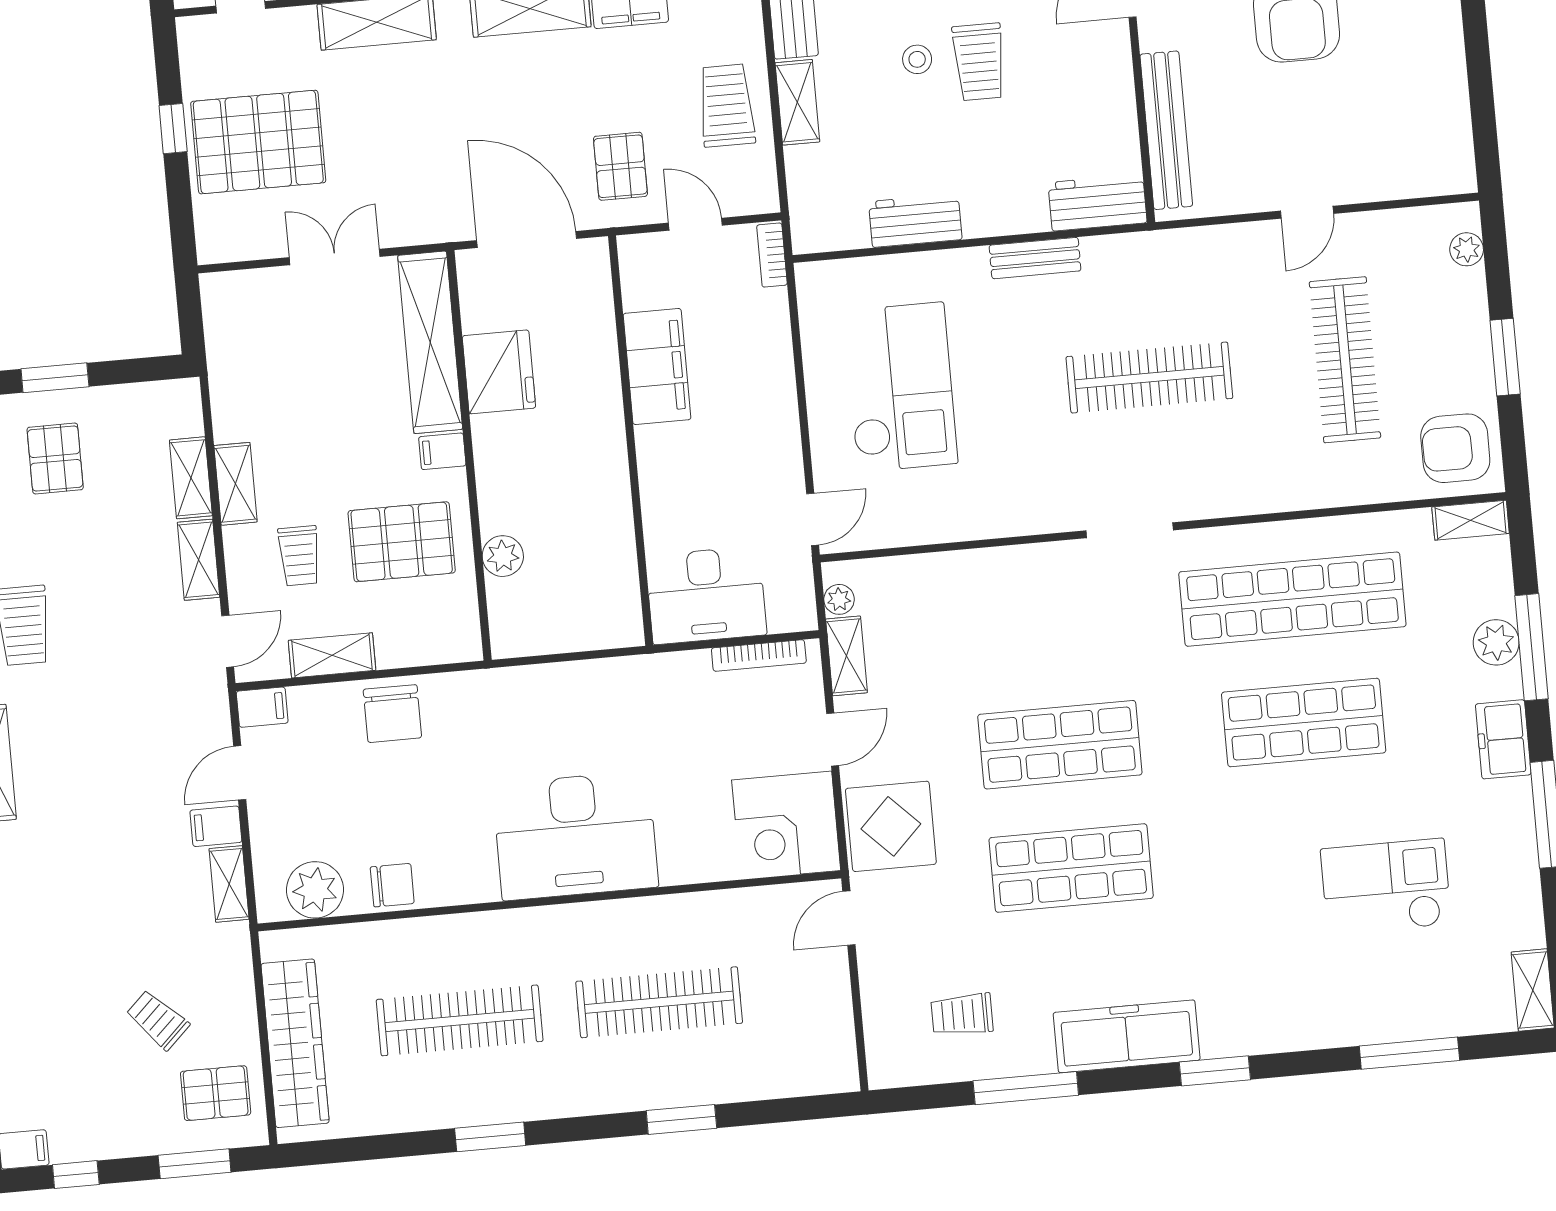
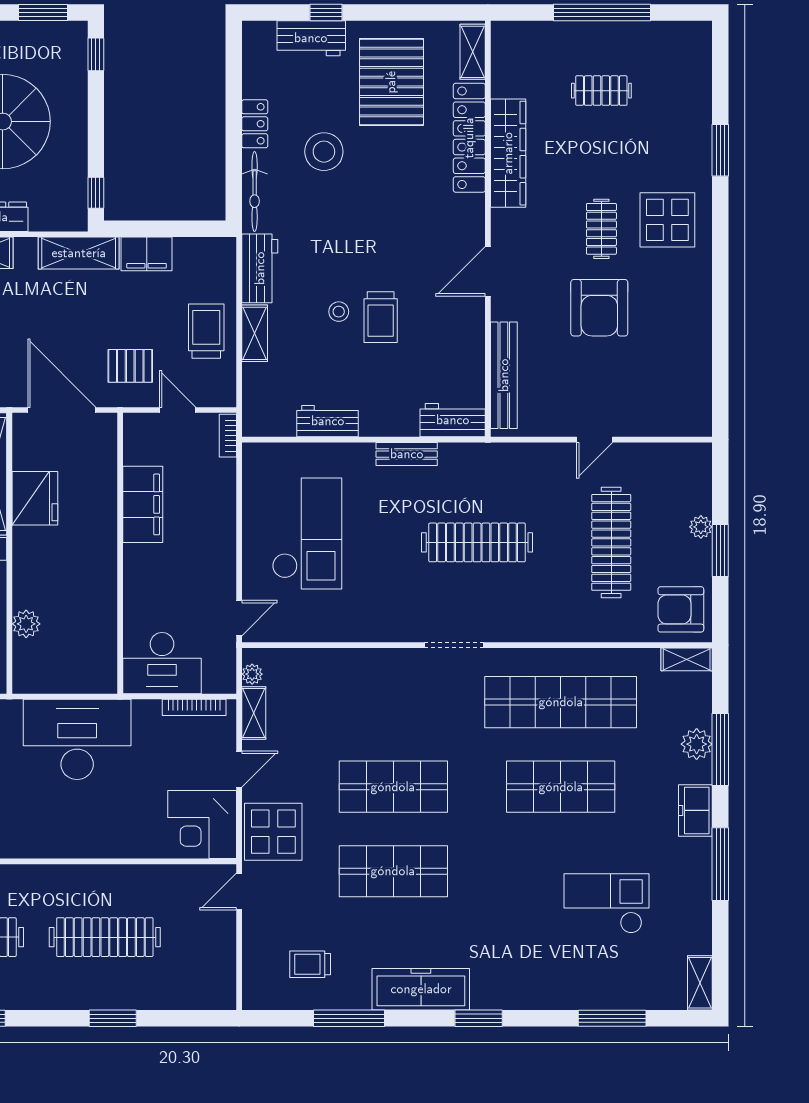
pallet: (620, 166) -> (130, 366), turned 90
plant: (1467, 249) -> (701, 527), moved
desk: (575, 836) -> (77, 739), moved, turned 180

